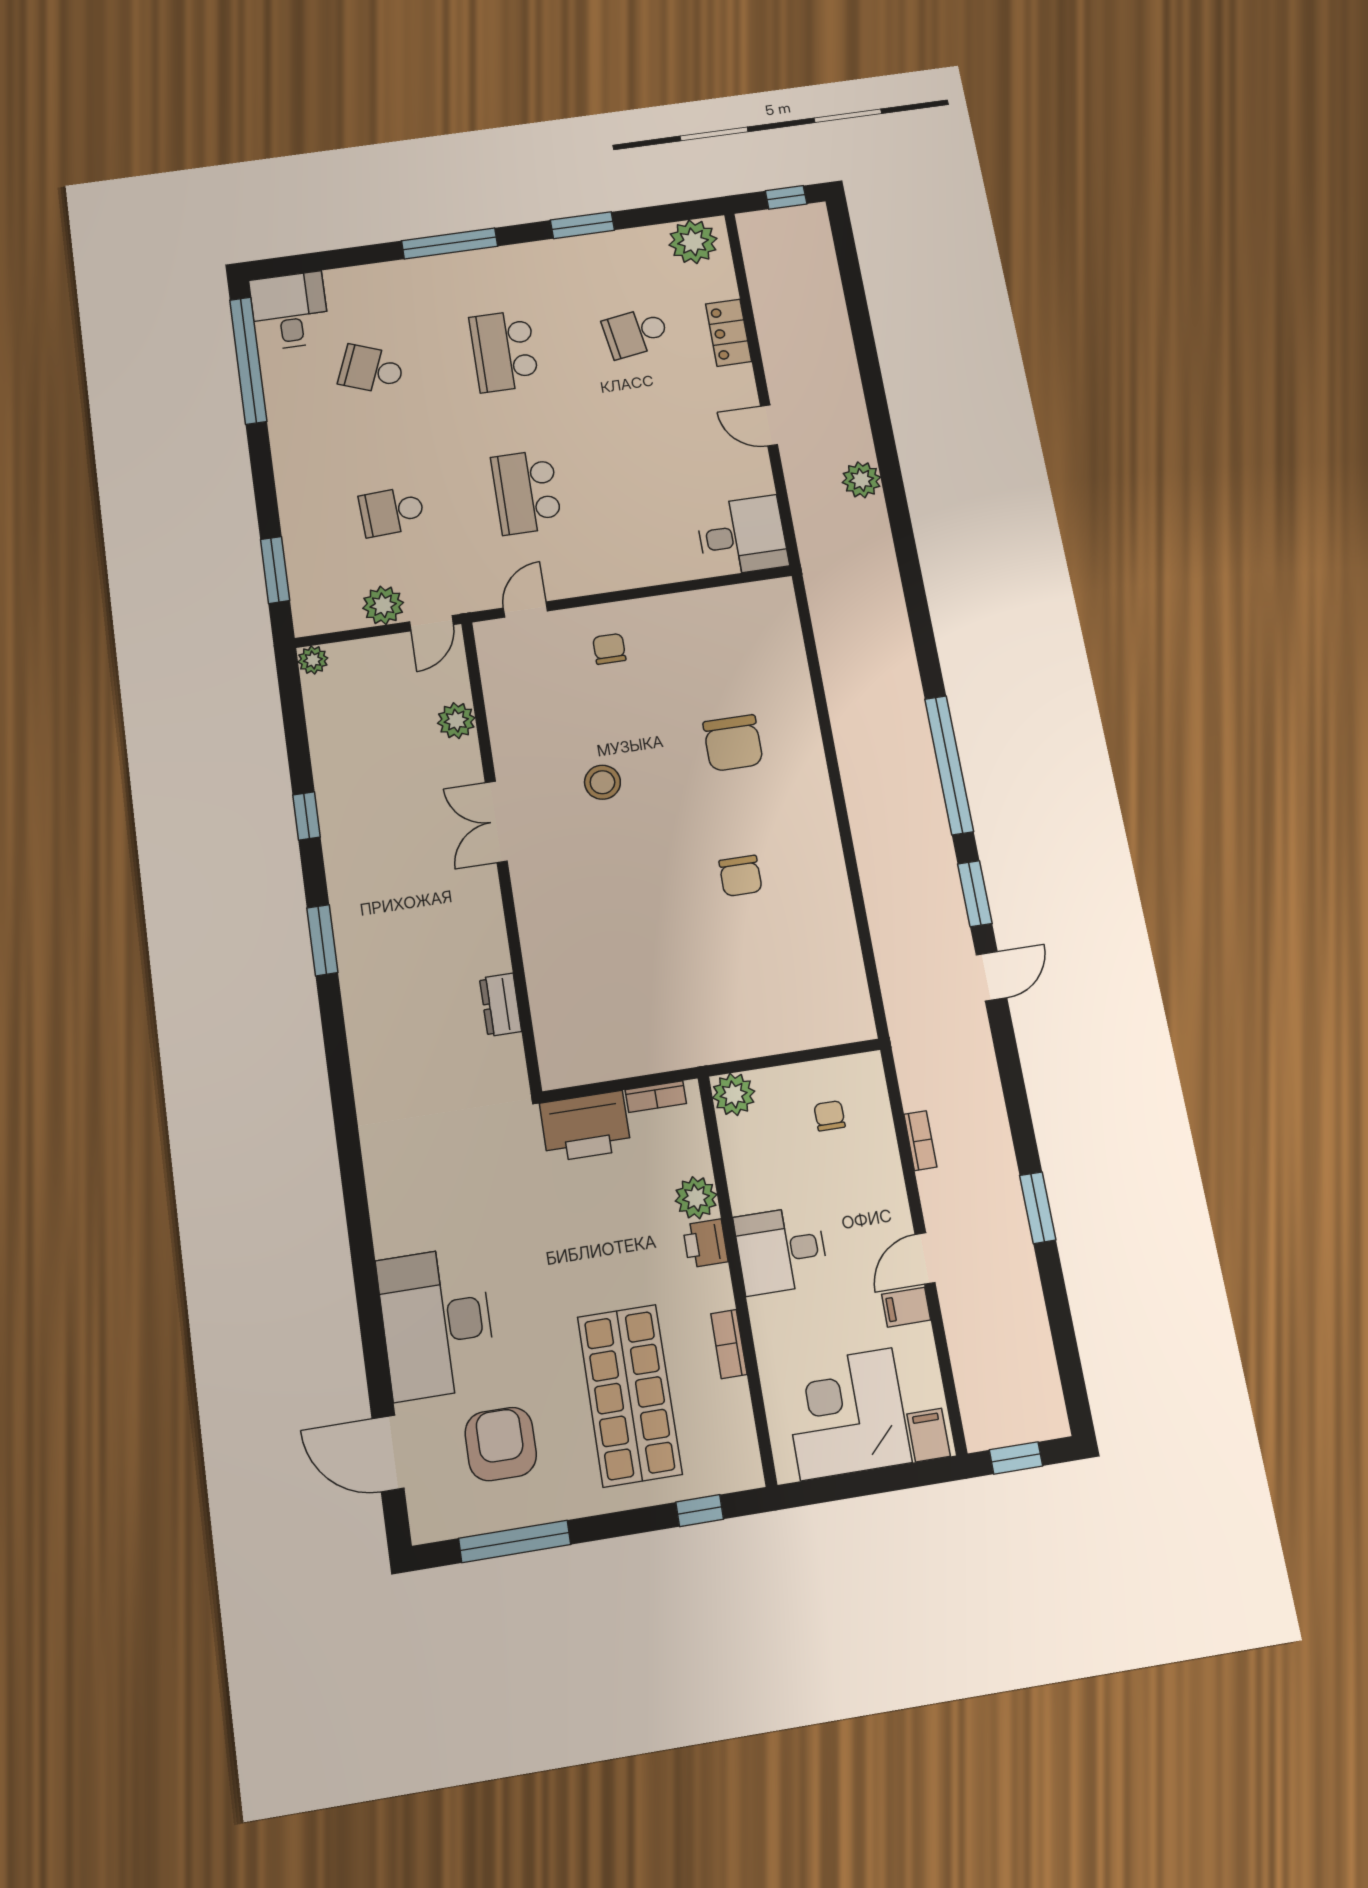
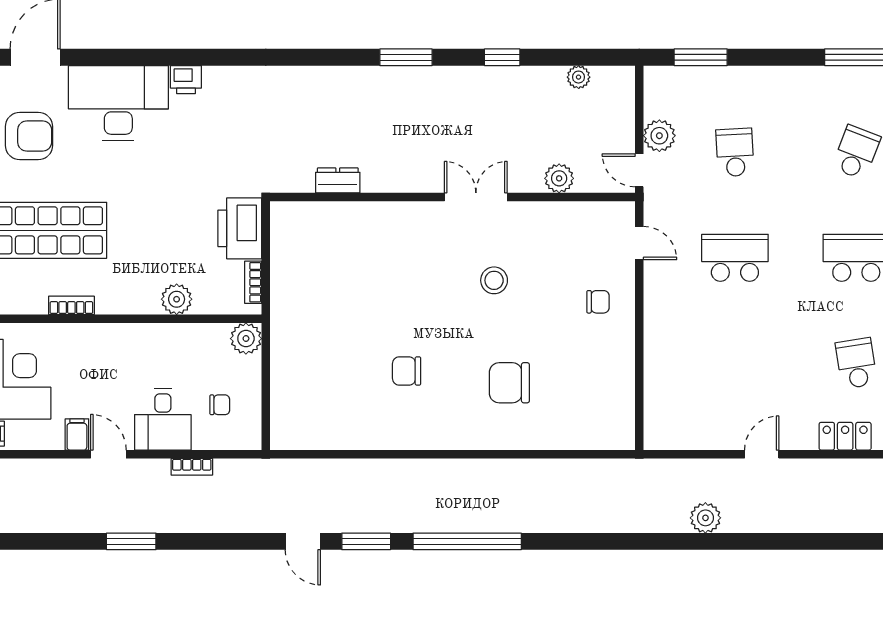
desk: (742, 536) -> (673, 418), removed
plant: (313, 660) -> (579, 77), moved
printer: (705, 1243) -> (186, 80), moved, turned 180
desk: (781, 1250) -> (163, 420), moved, turned 180

